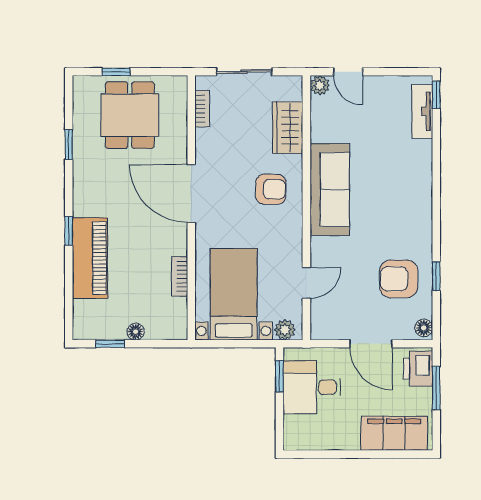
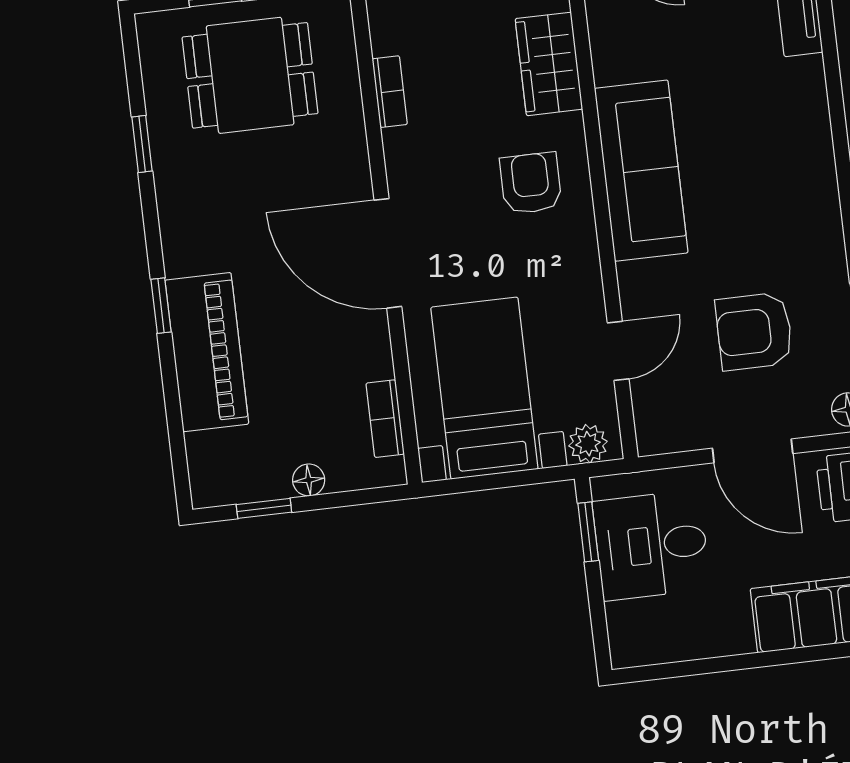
bookcase: (202, 109) -> (390, 92), moved
dining table: (130, 115) -> (250, 75), turned 90
armchair: (271, 189) -> (531, 183), turned -91
door: (191, 193) -> (388, 253), moved
bookcase: (180, 276) -> (385, 419), moved
armchair: (399, 279) -> (754, 331), moved

